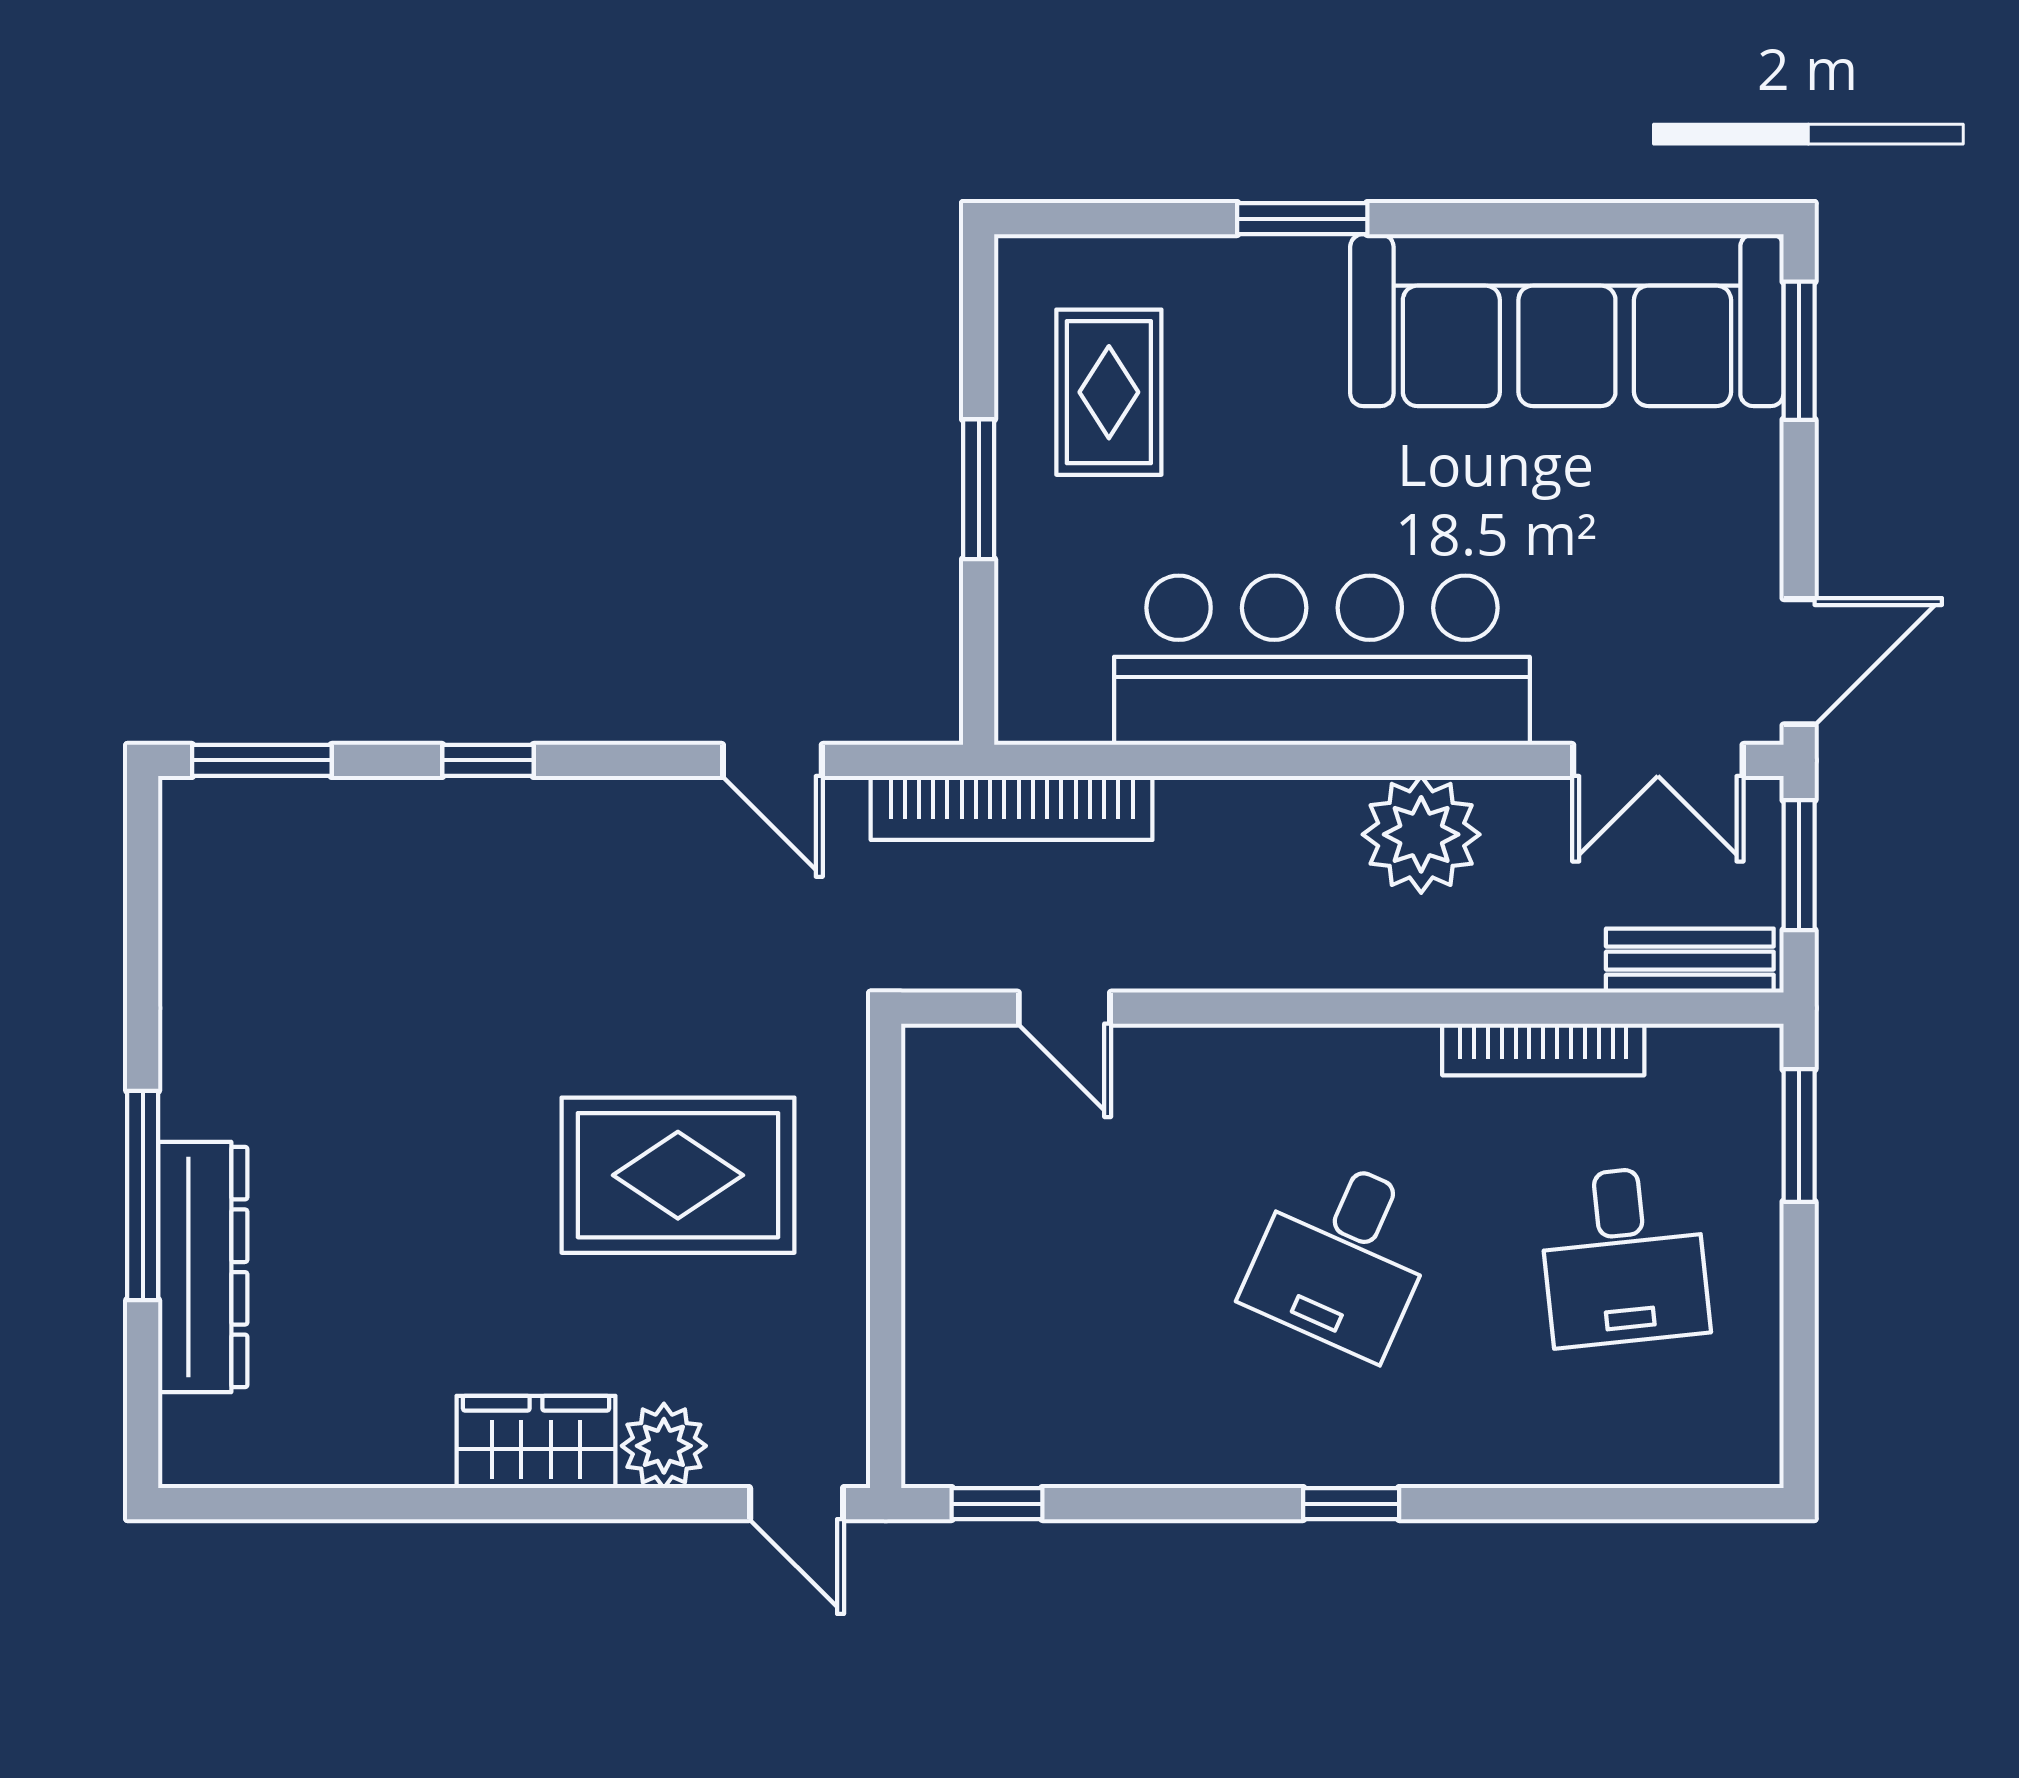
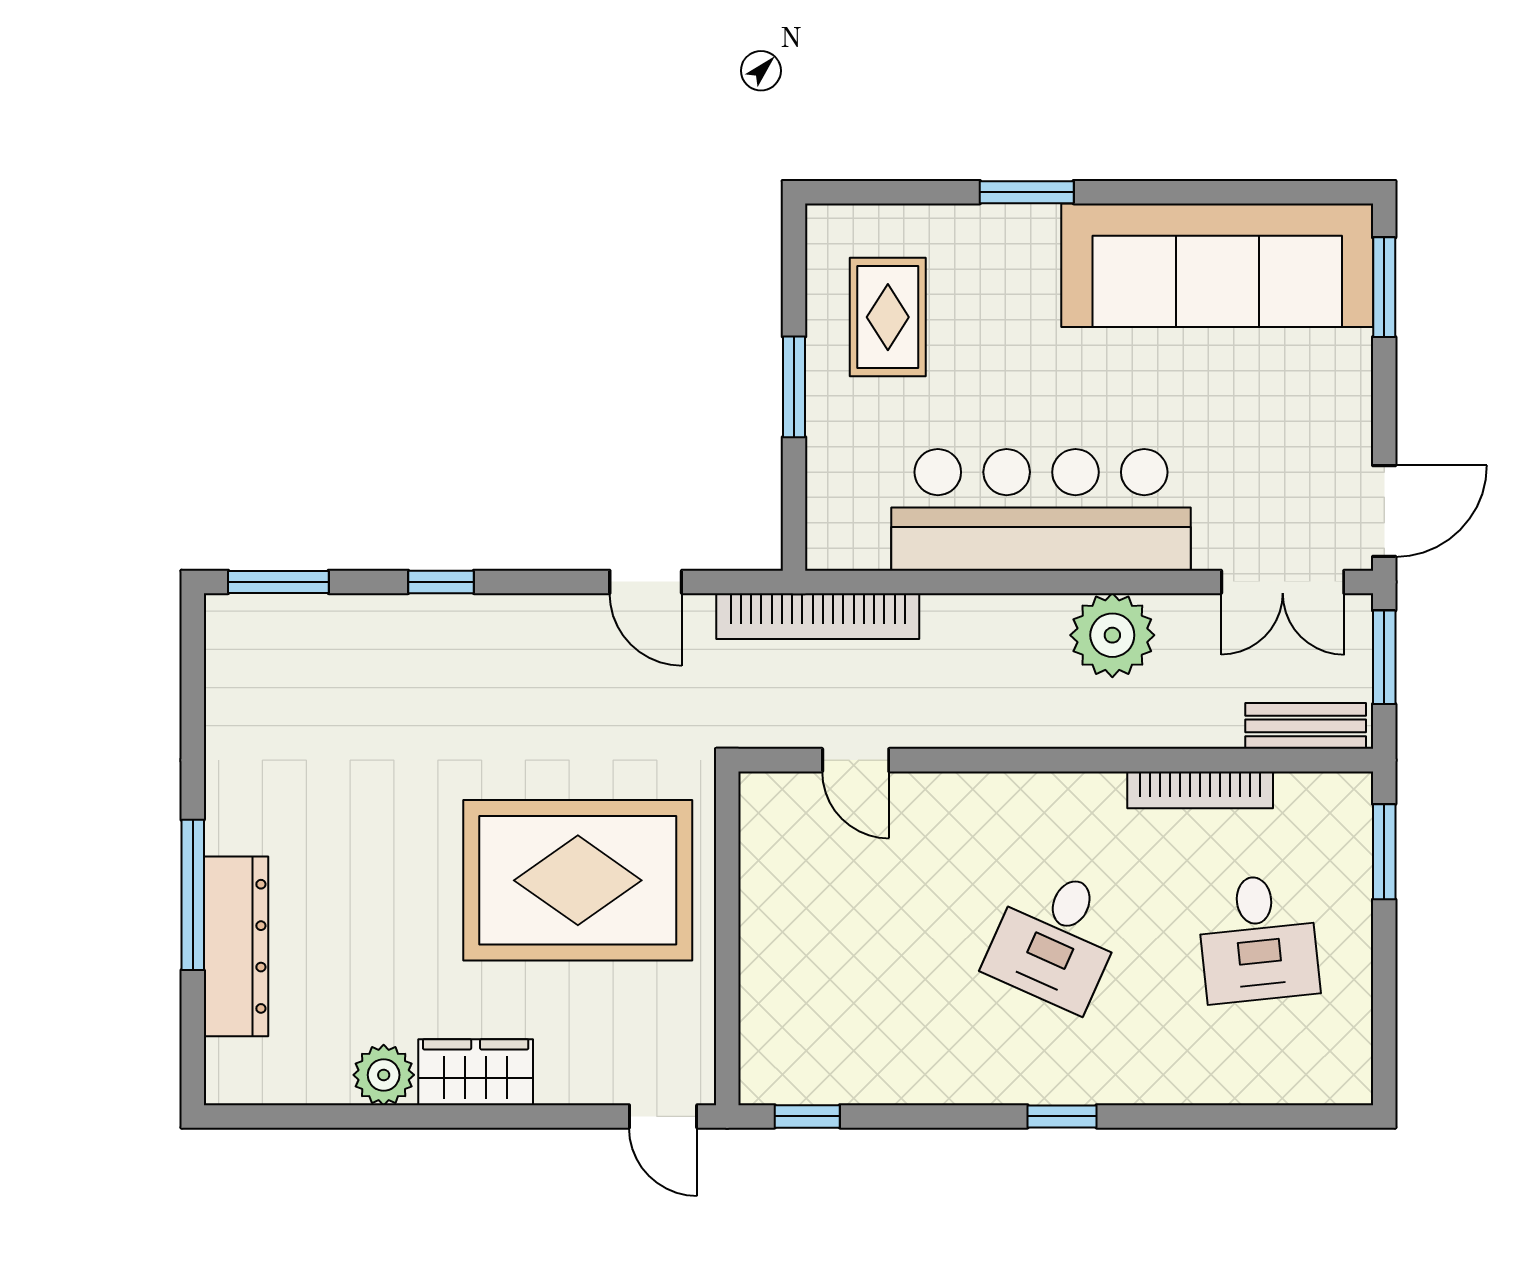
rug: (678, 1175) -> (578, 880), width x1.37, depth x1.44
plant: (664, 1446) -> (384, 1075), moved

